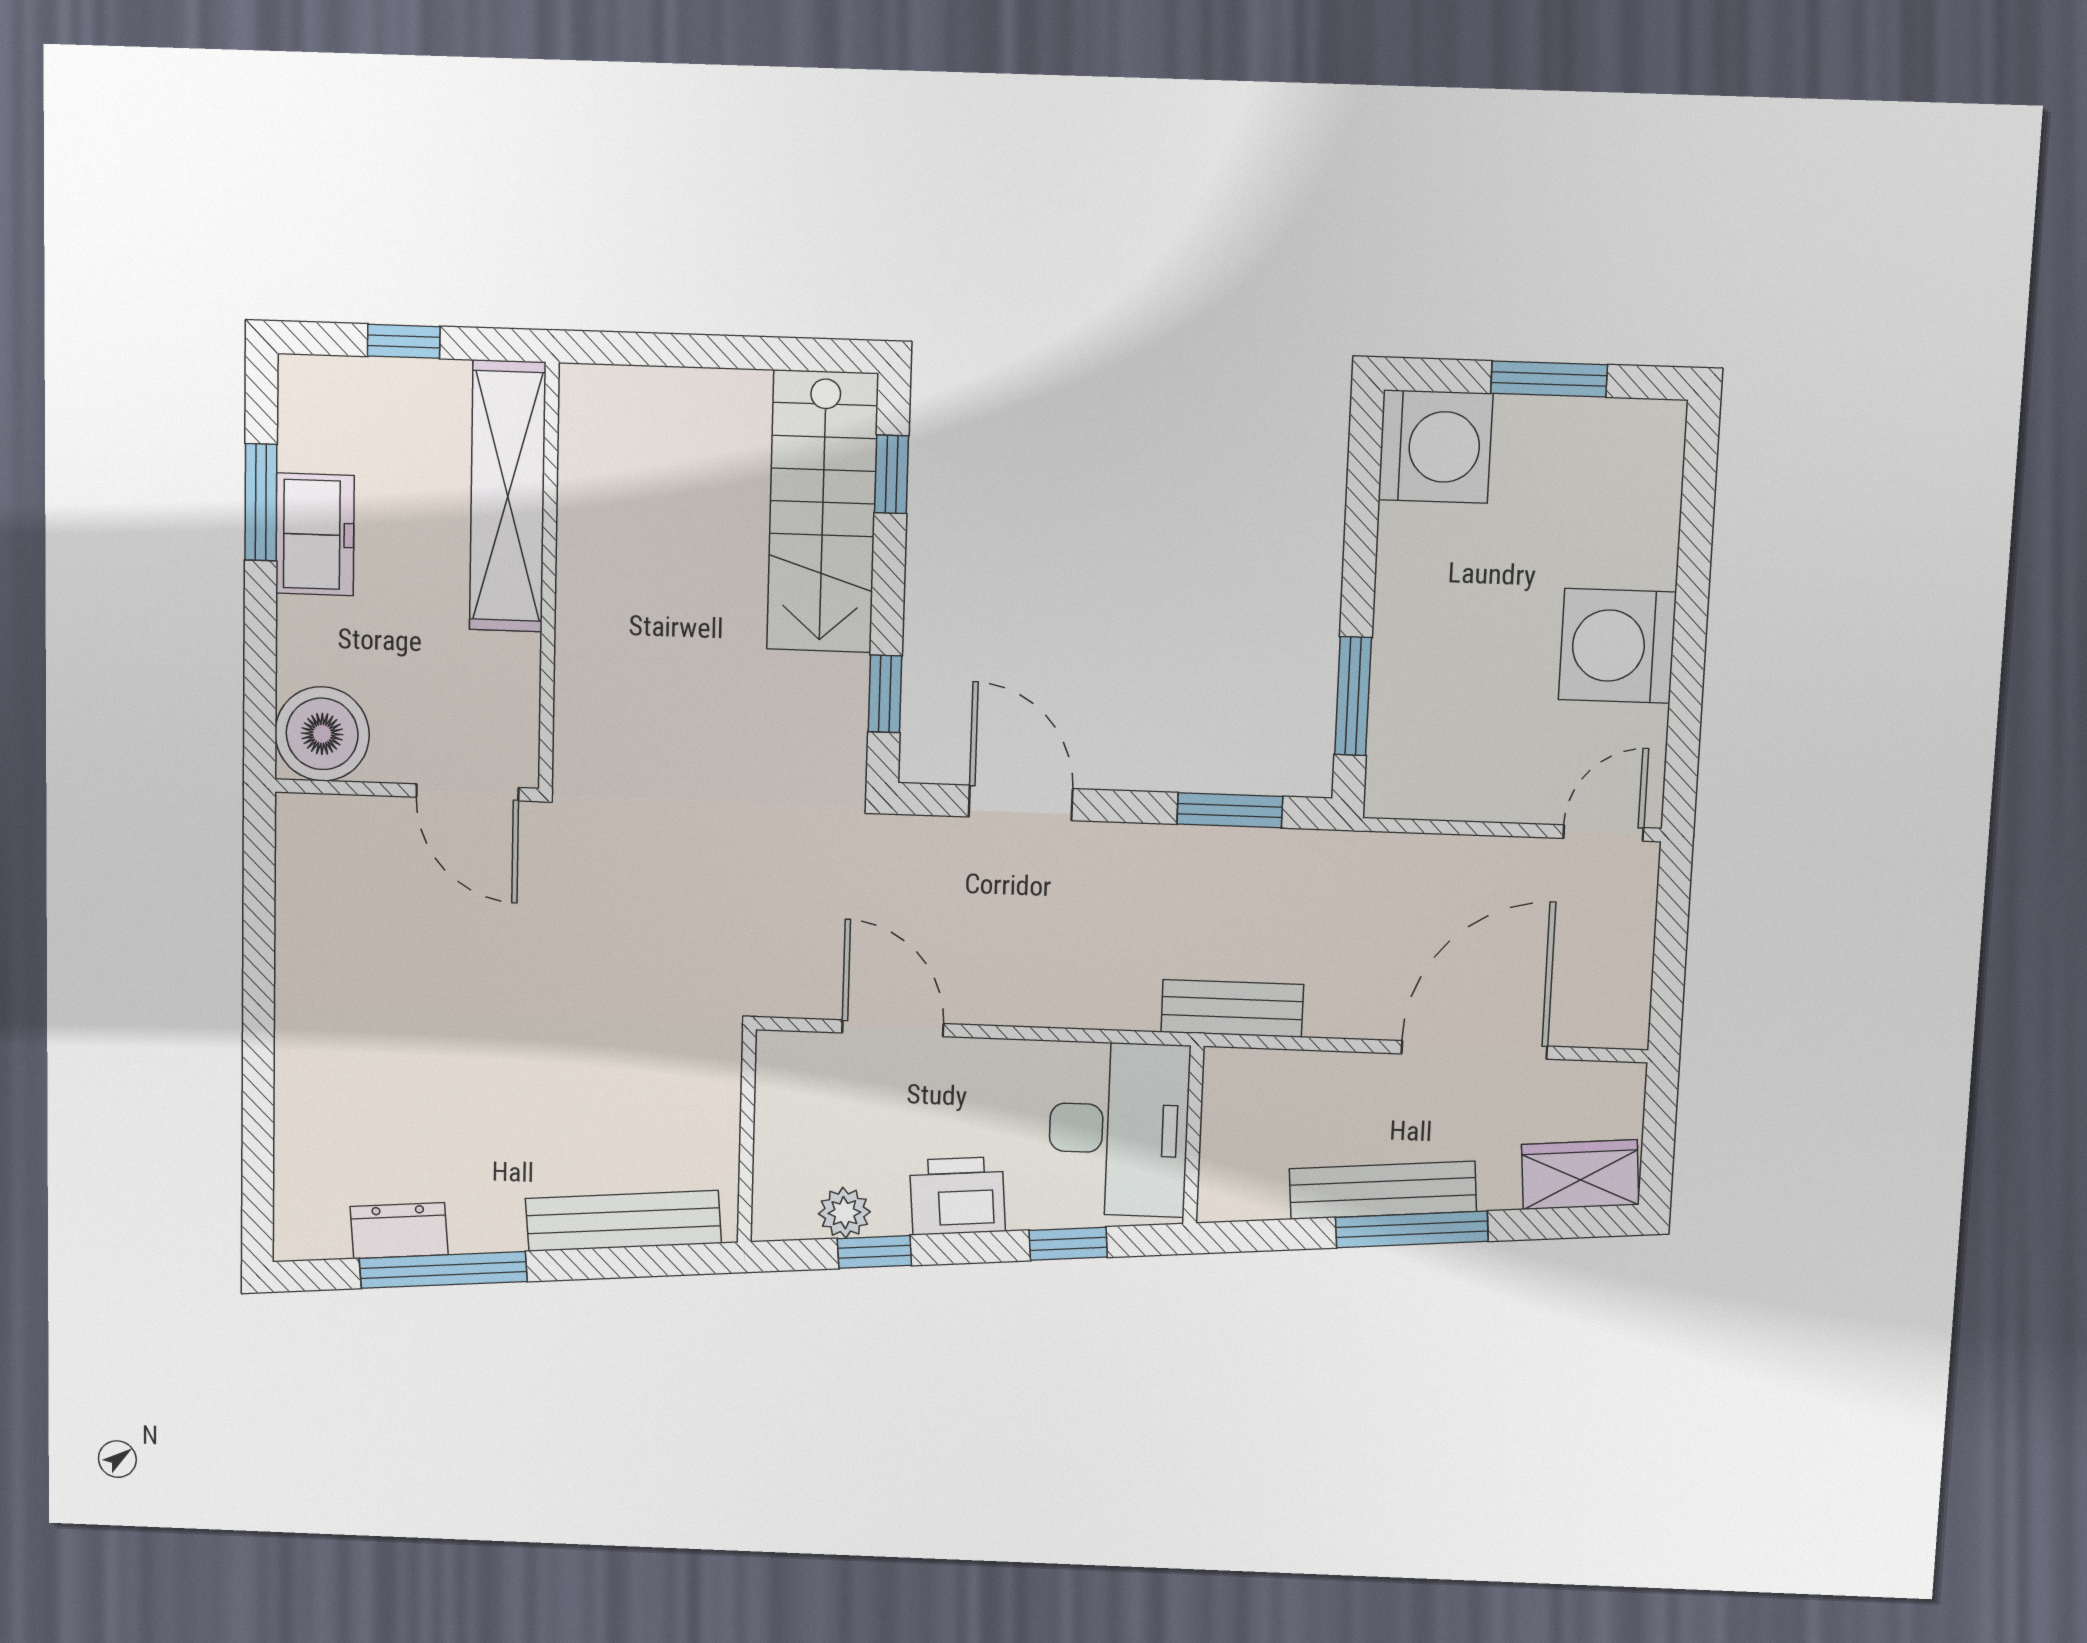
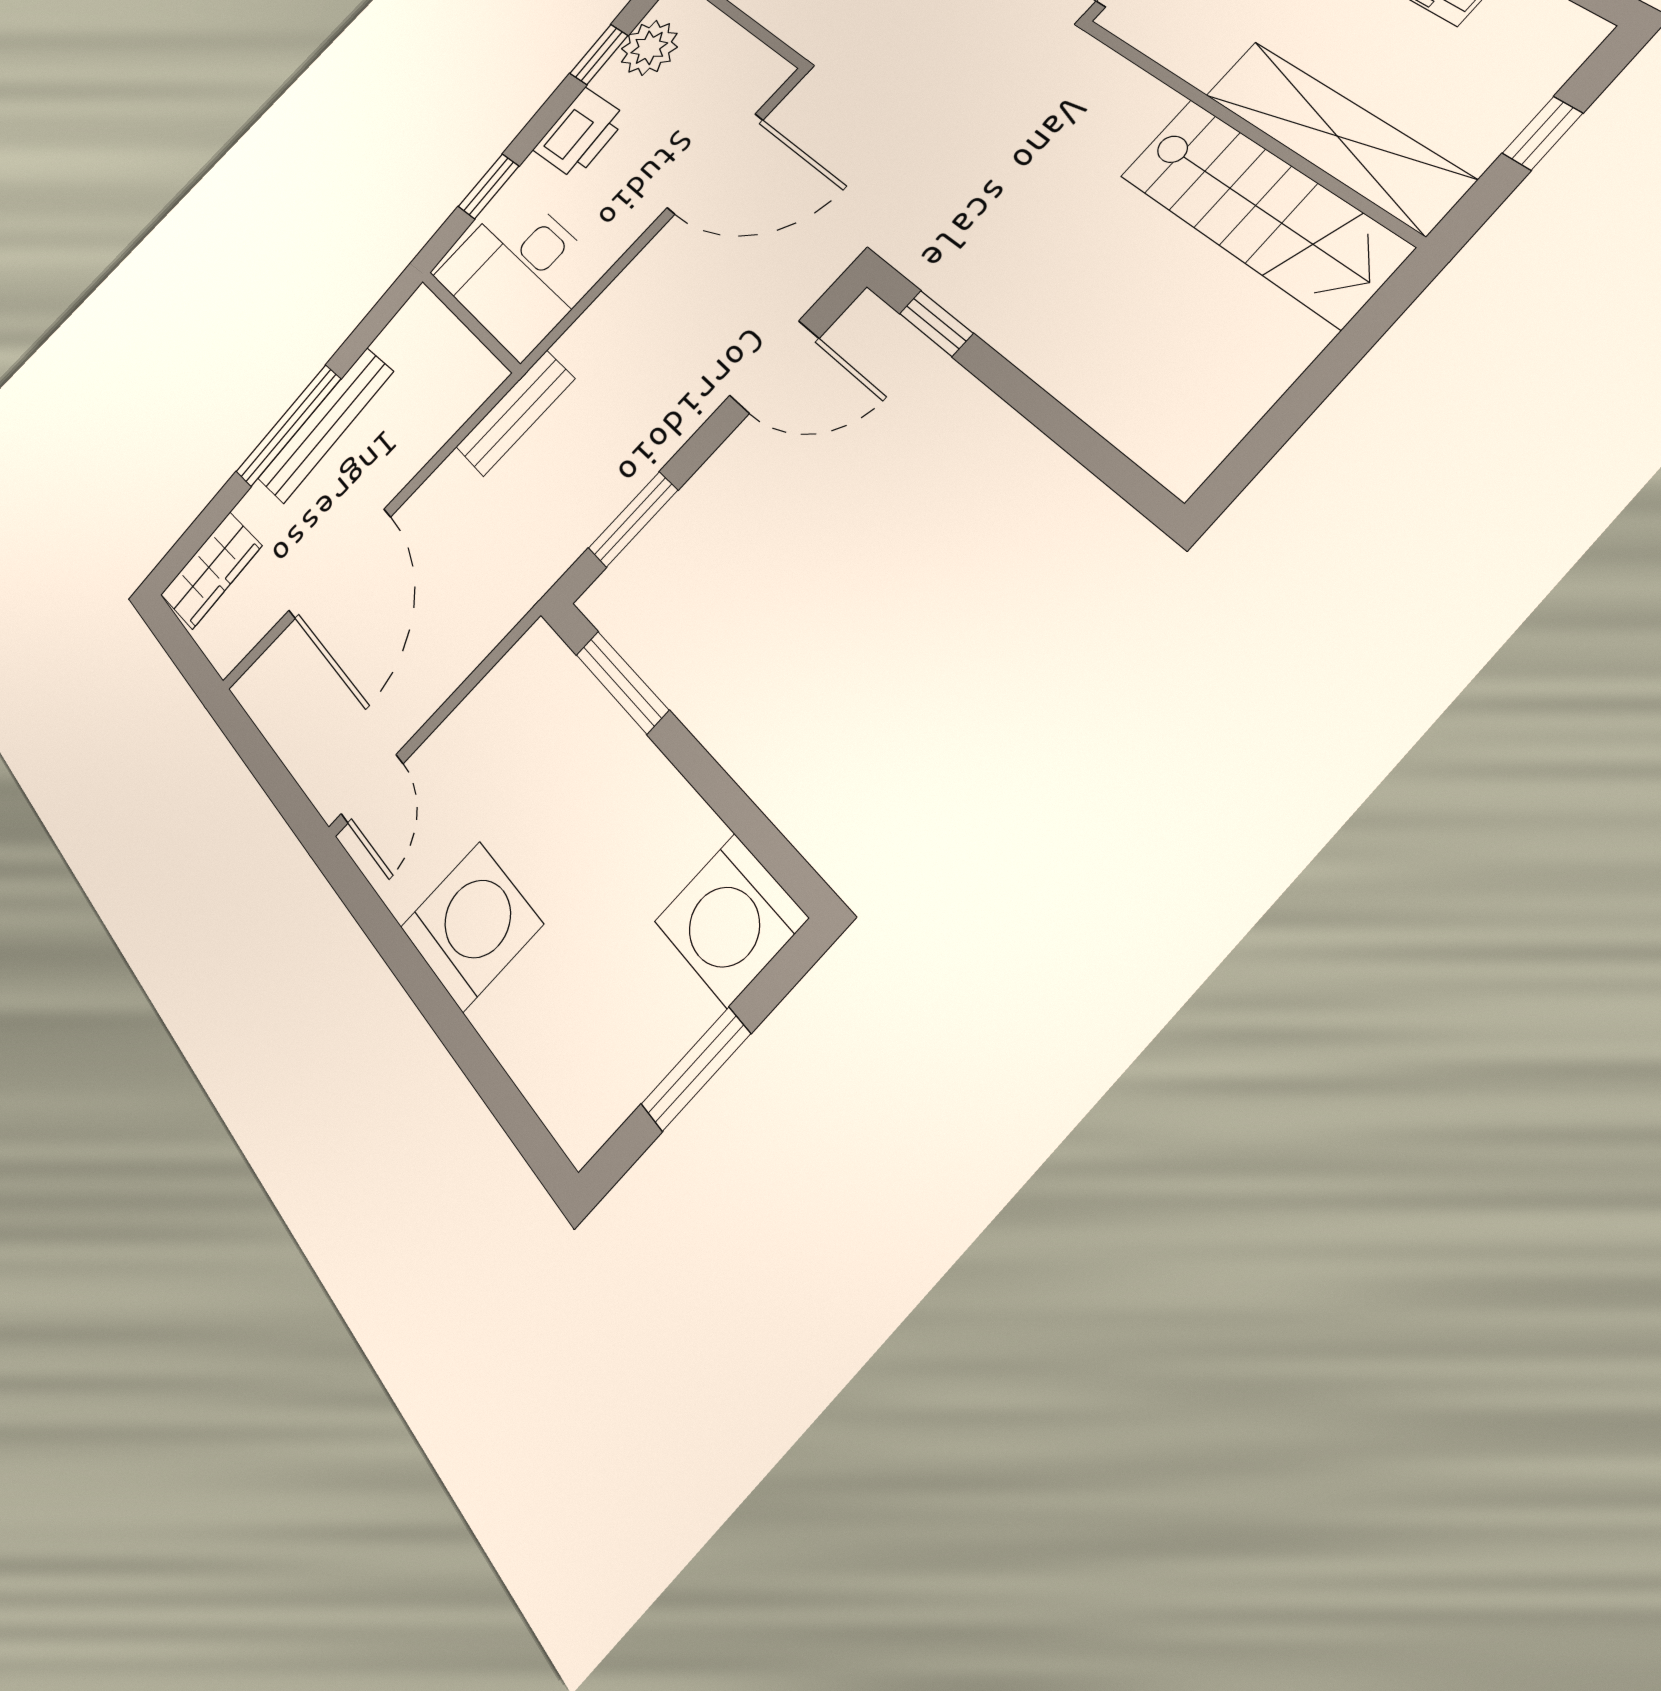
window: (892, 474) -> (1094, 452), removed
stairs: (823, 512) -> (1263, 211), moved, turned 180
door: (893, 1028) -> (715, 164), width x1.36
plant: (844, 1213) -> (649, 48), width x1.38, depth x1.38

